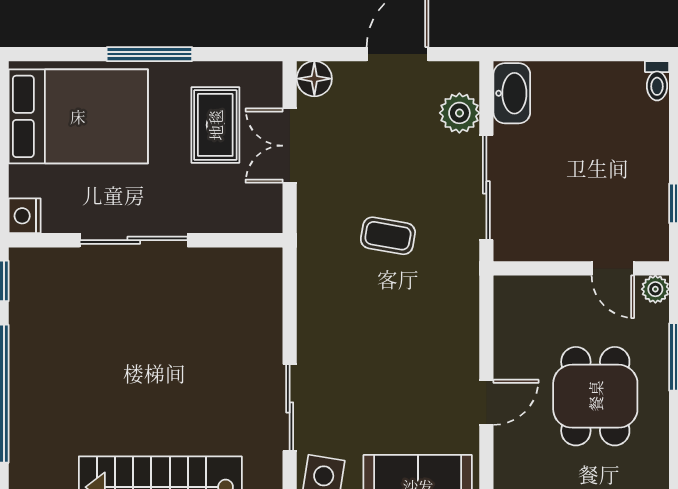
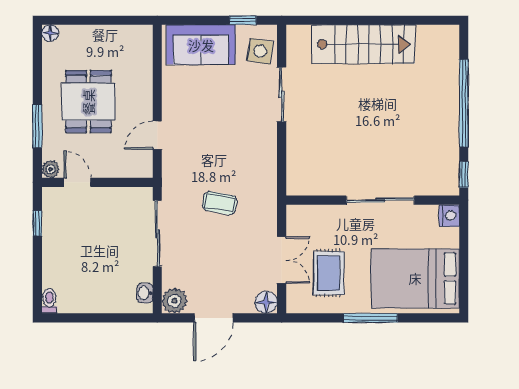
washbasin: (512, 93) -> (145, 293), width x0.52, depth x0.69
plant: (459, 113) -> (174, 301), moved
door: (486, 402) -> (157, 135), moved

